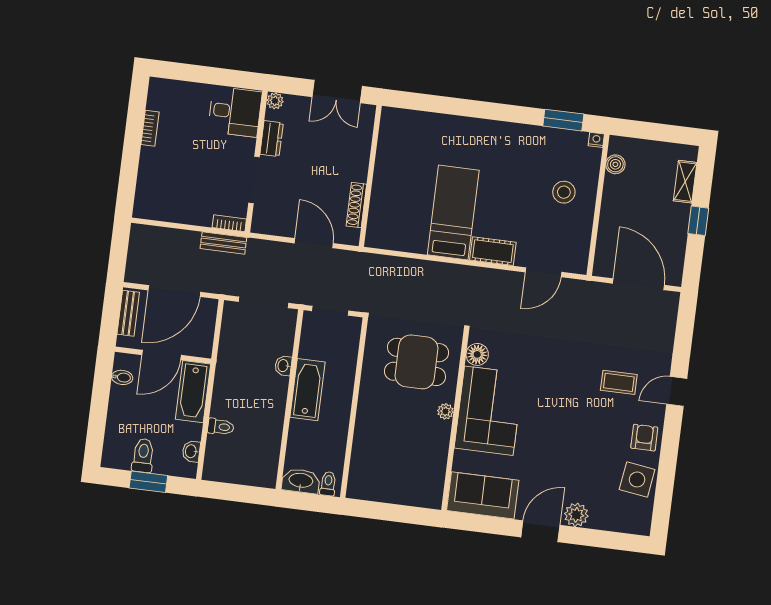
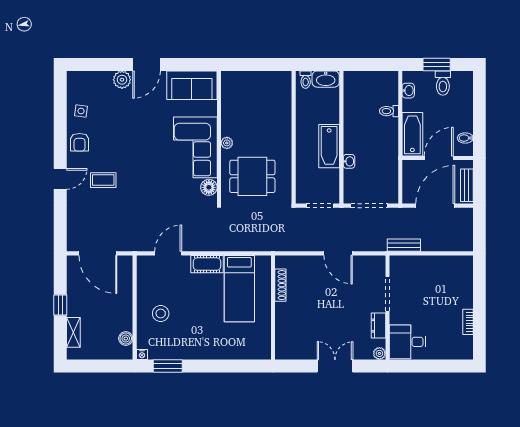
wall: (370, 176) -> (273, 307), moved
shoe rack: (356, 205) -> (280, 285), moved
bookcase: (229, 223) -> (401, 260), removed
side table: (637, 479) -> (81, 111), width x0.54, depth x0.54

